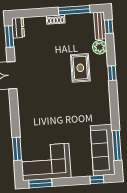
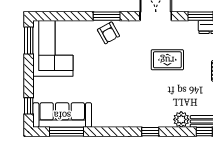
rug: (80, 68) -> (167, 60), moved
armchair: (29, 115) -> (108, 33), added
window: (17, 149) -> (107, 16), moved

